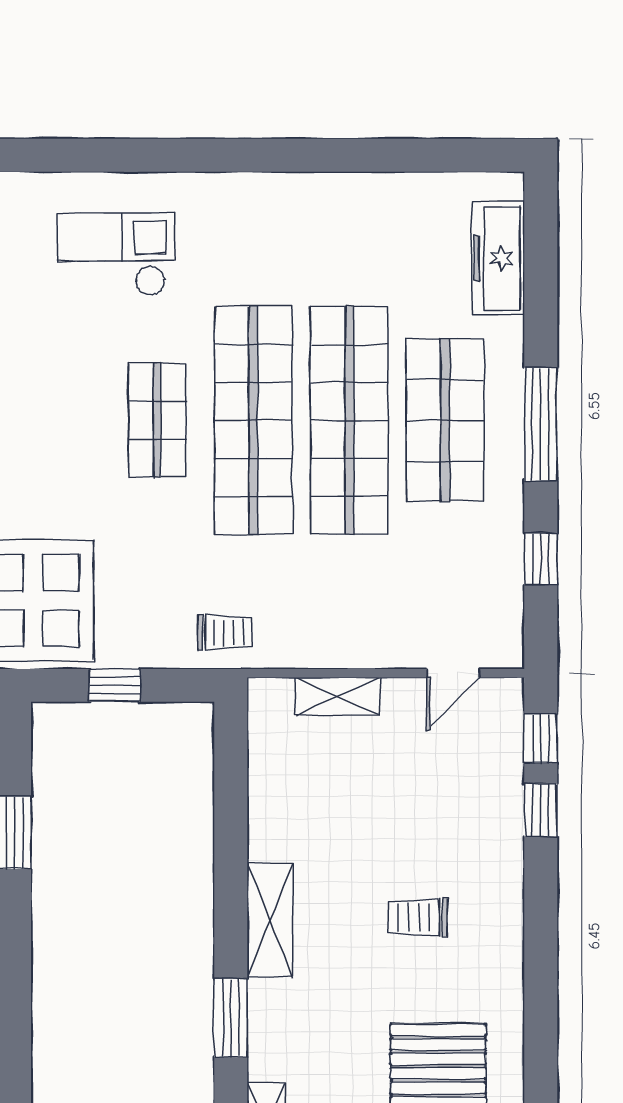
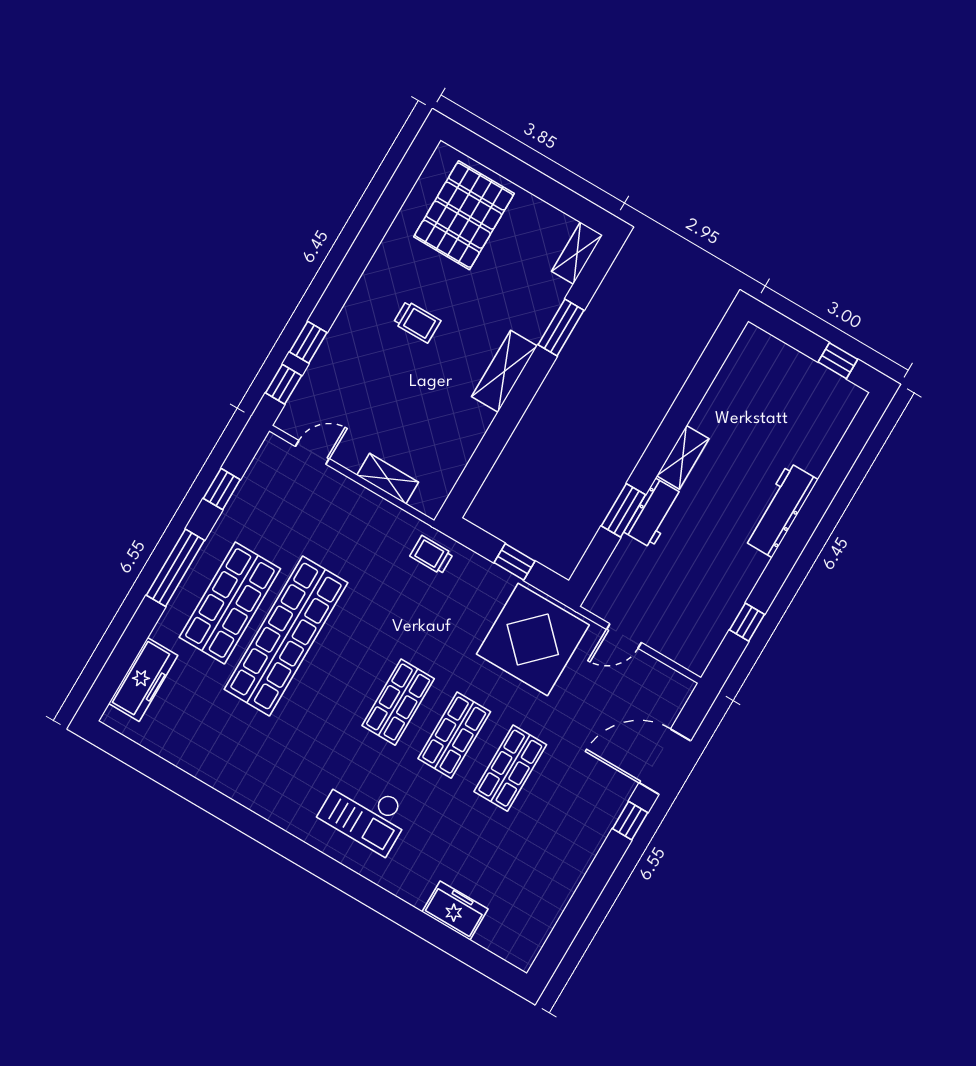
shop shelf: (253, 420) -> (454, 735), moved, width x0.50, depth x0.74

